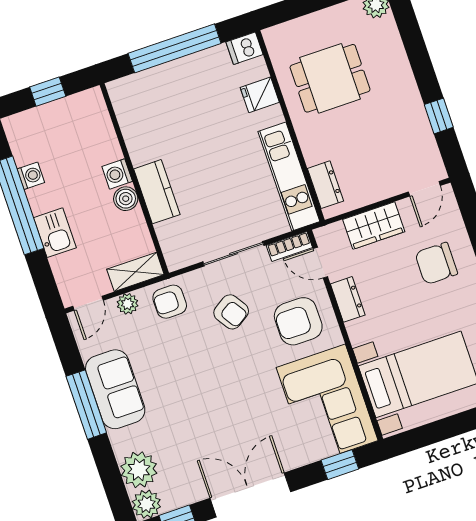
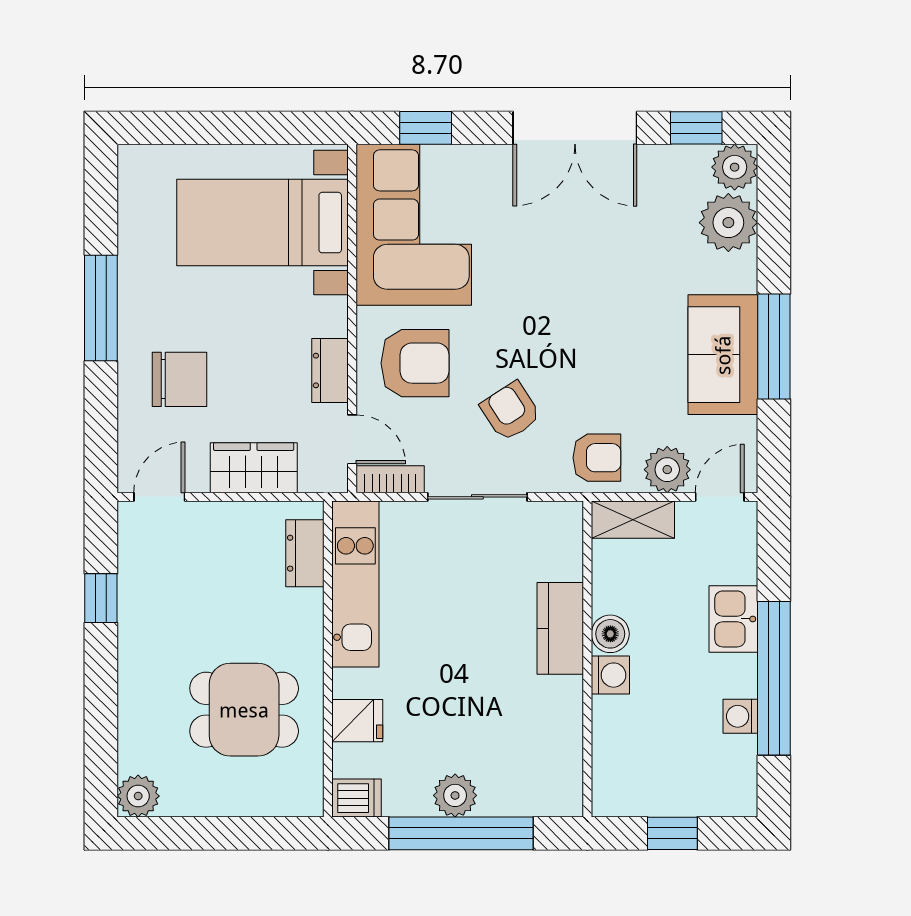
plant: (186, 70) -> (455, 795), added
plant: (128, 304) -> (667, 470), width x1.38, depth x1.38

